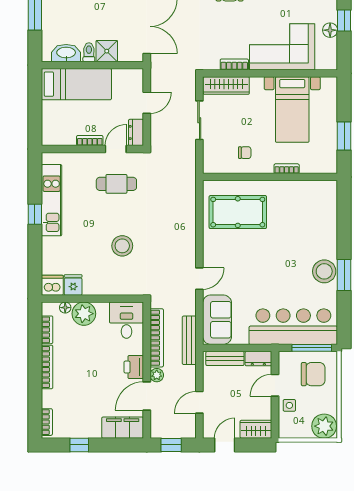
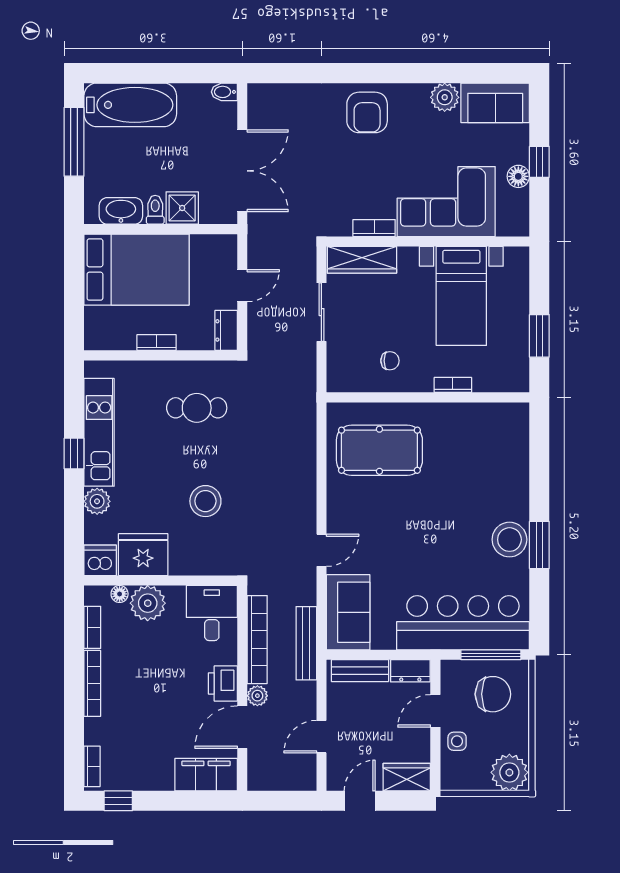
bed: (76, 84) -> (136, 270), width x1.50
door: (116, 149) -> (196, 355), removed
plant: (50, 246) -> (97, 501), added
fridge: (73, 285) -> (143, 555), width x1.88, depth x1.34
window: (79, 445) -> (118, 801), moved
window: (171, 445) -> (279, 801), removed

